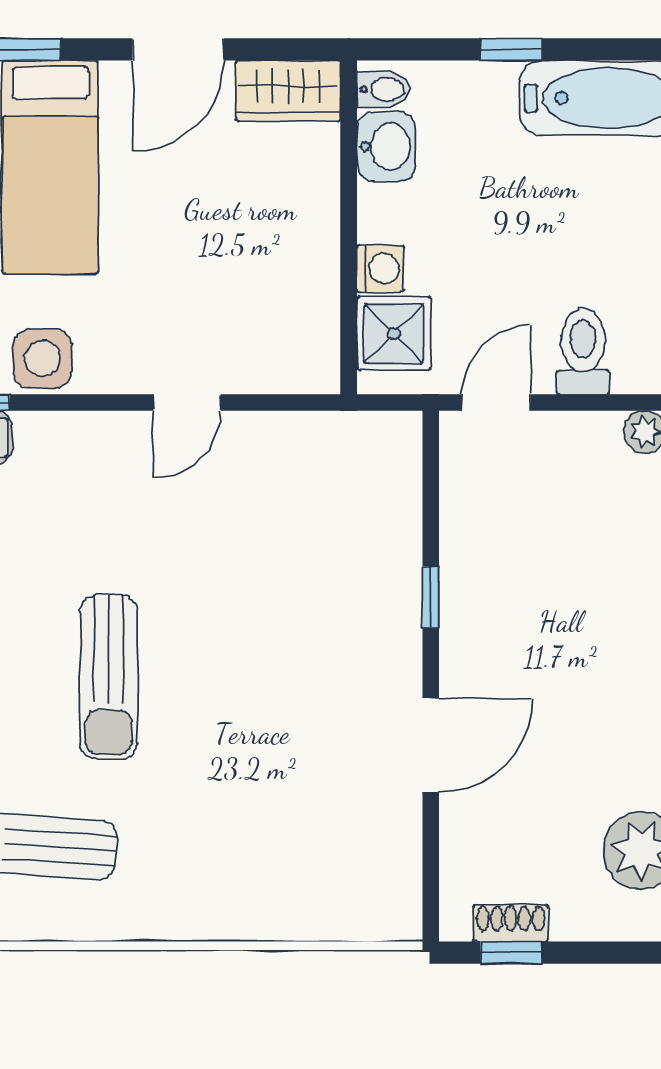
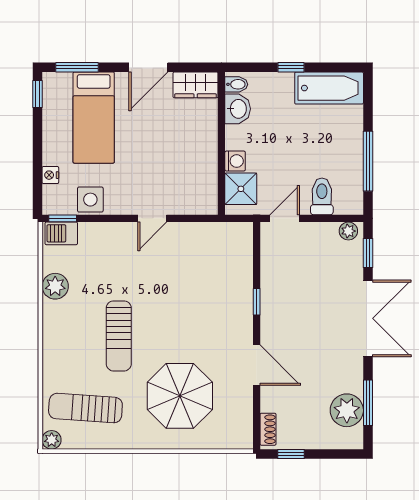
door: (431, 745) -> (257, 365), hinge flipped
parasol: (251, 817) -> (180, 396), added
shoe rack: (511, 923) -> (268, 429), moved, turned 90

